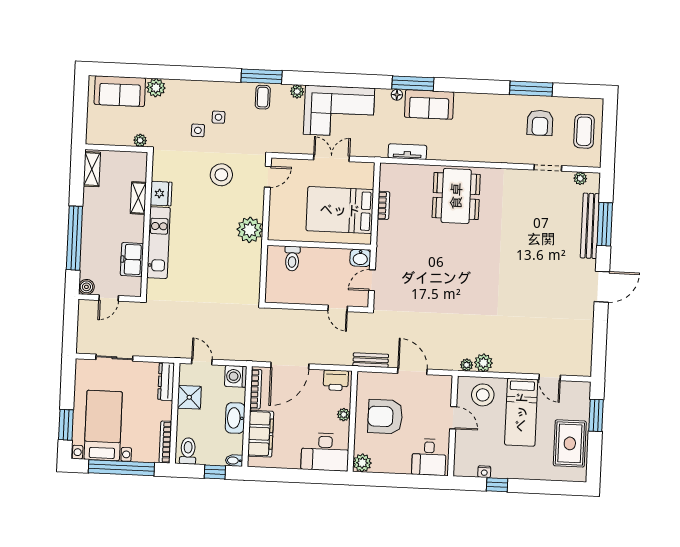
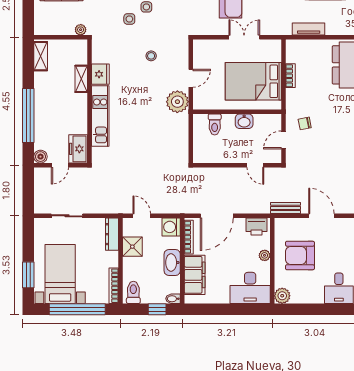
stool: (221, 175) -> (151, 56), width x0.53, depth x0.53
door: (268, 177) -> (191, 78), moved
washbasin: (360, 258) -> (244, 121), moved
freezer: (132, 259) -> (78, 149), moved
chair: (398, 262) -> (305, 123), added

